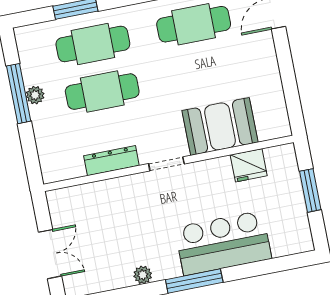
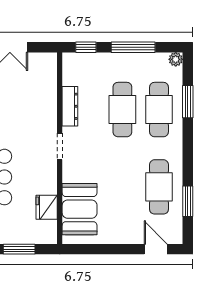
plant: (35, 95) -> (176, 59), moved
booth: (220, 126) -> (80, 209), moved
window: (31, 155) -> (86, 47), added

